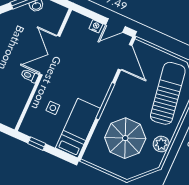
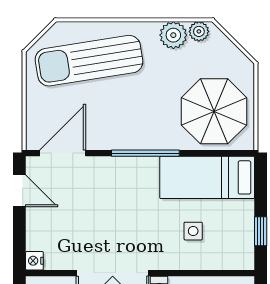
nightstand: (96, 26) -> (34, 261), moved
parasol: (125, 138) -> (214, 111), moved
plant: (157, 158) -> (199, 31), added

